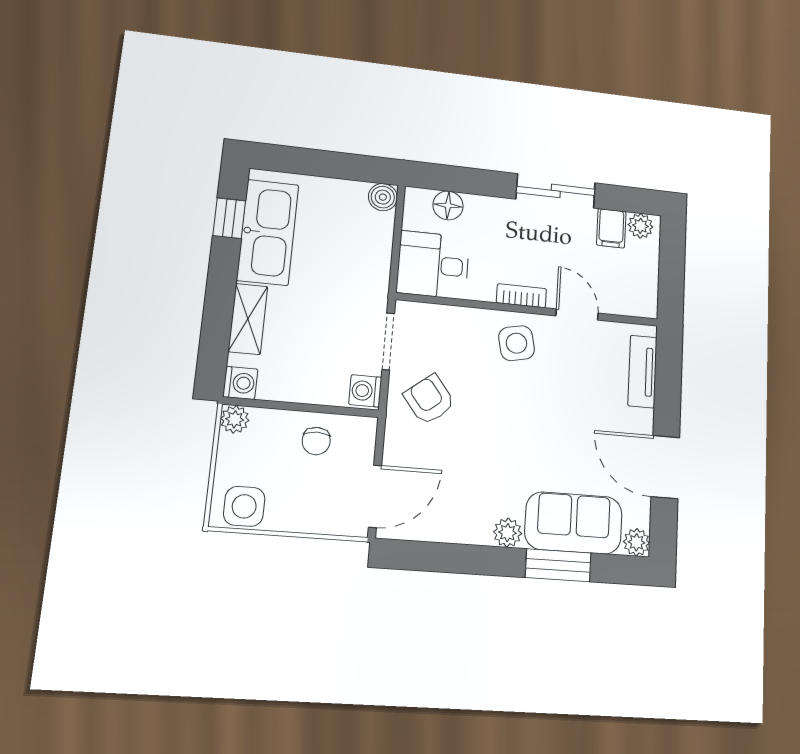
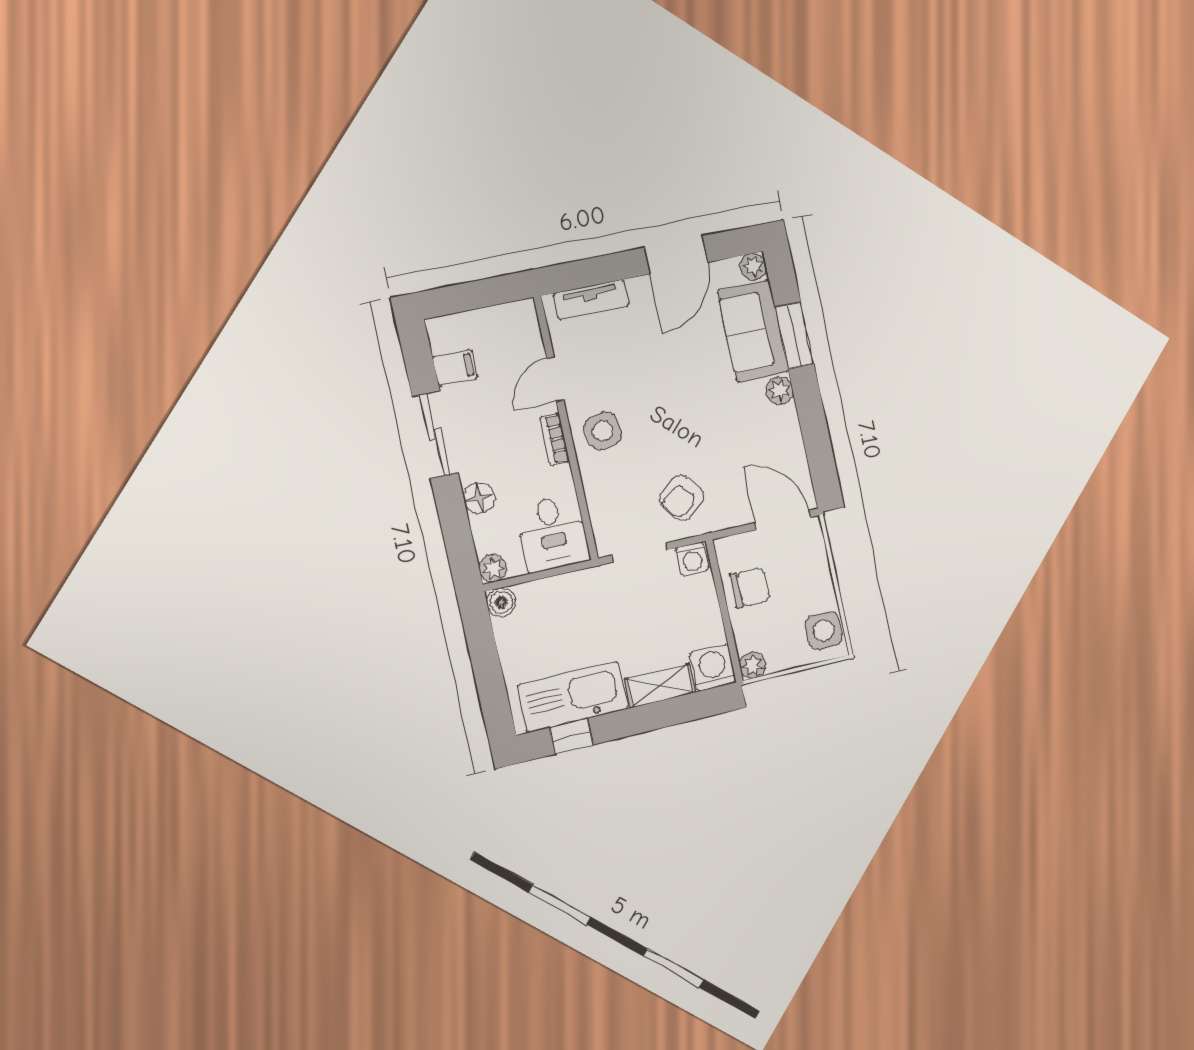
floor lamp: (448, 205) -> (479, 498), moved
plant: (641, 226) -> (493, 568), moved
washing machine: (240, 383) -> (713, 668), width x1.38, depth x1.38
chair: (316, 441) -> (750, 588), width x1.37, depth x1.37

